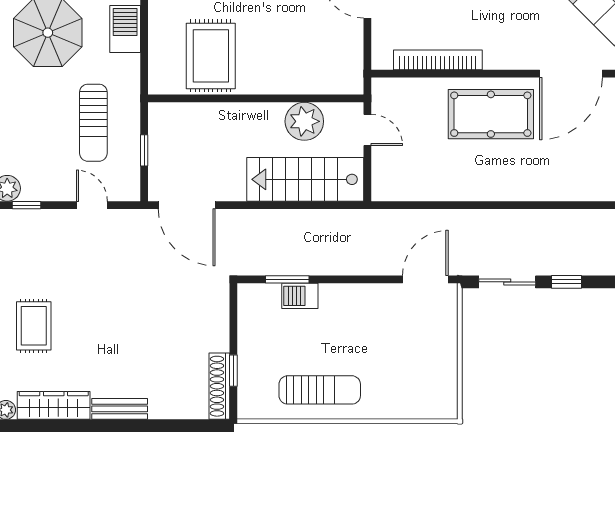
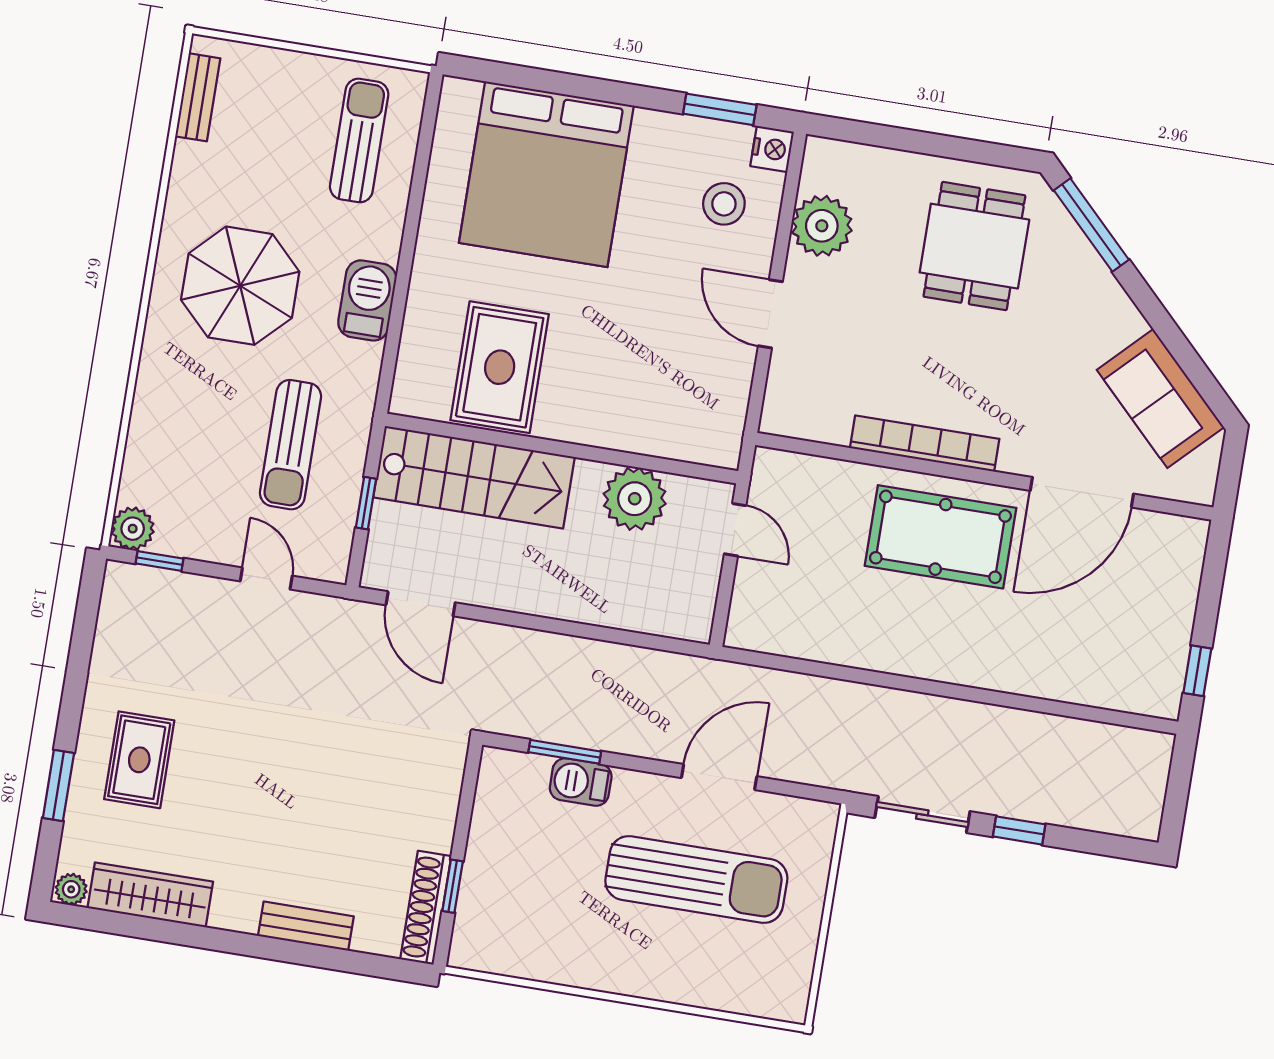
bookcase: (438, 60) -> (925, 443), moved
stairs: (305, 179) -> (474, 477), moved, turned 180
door: (187, 205) -> (421, 604), width x0.73
door: (425, 279) -> (719, 777), moved
sun lounger: (320, 390) -> (696, 880), moved, width x1.36, depth x1.34
bench: (120, 409) -> (306, 926), moved

